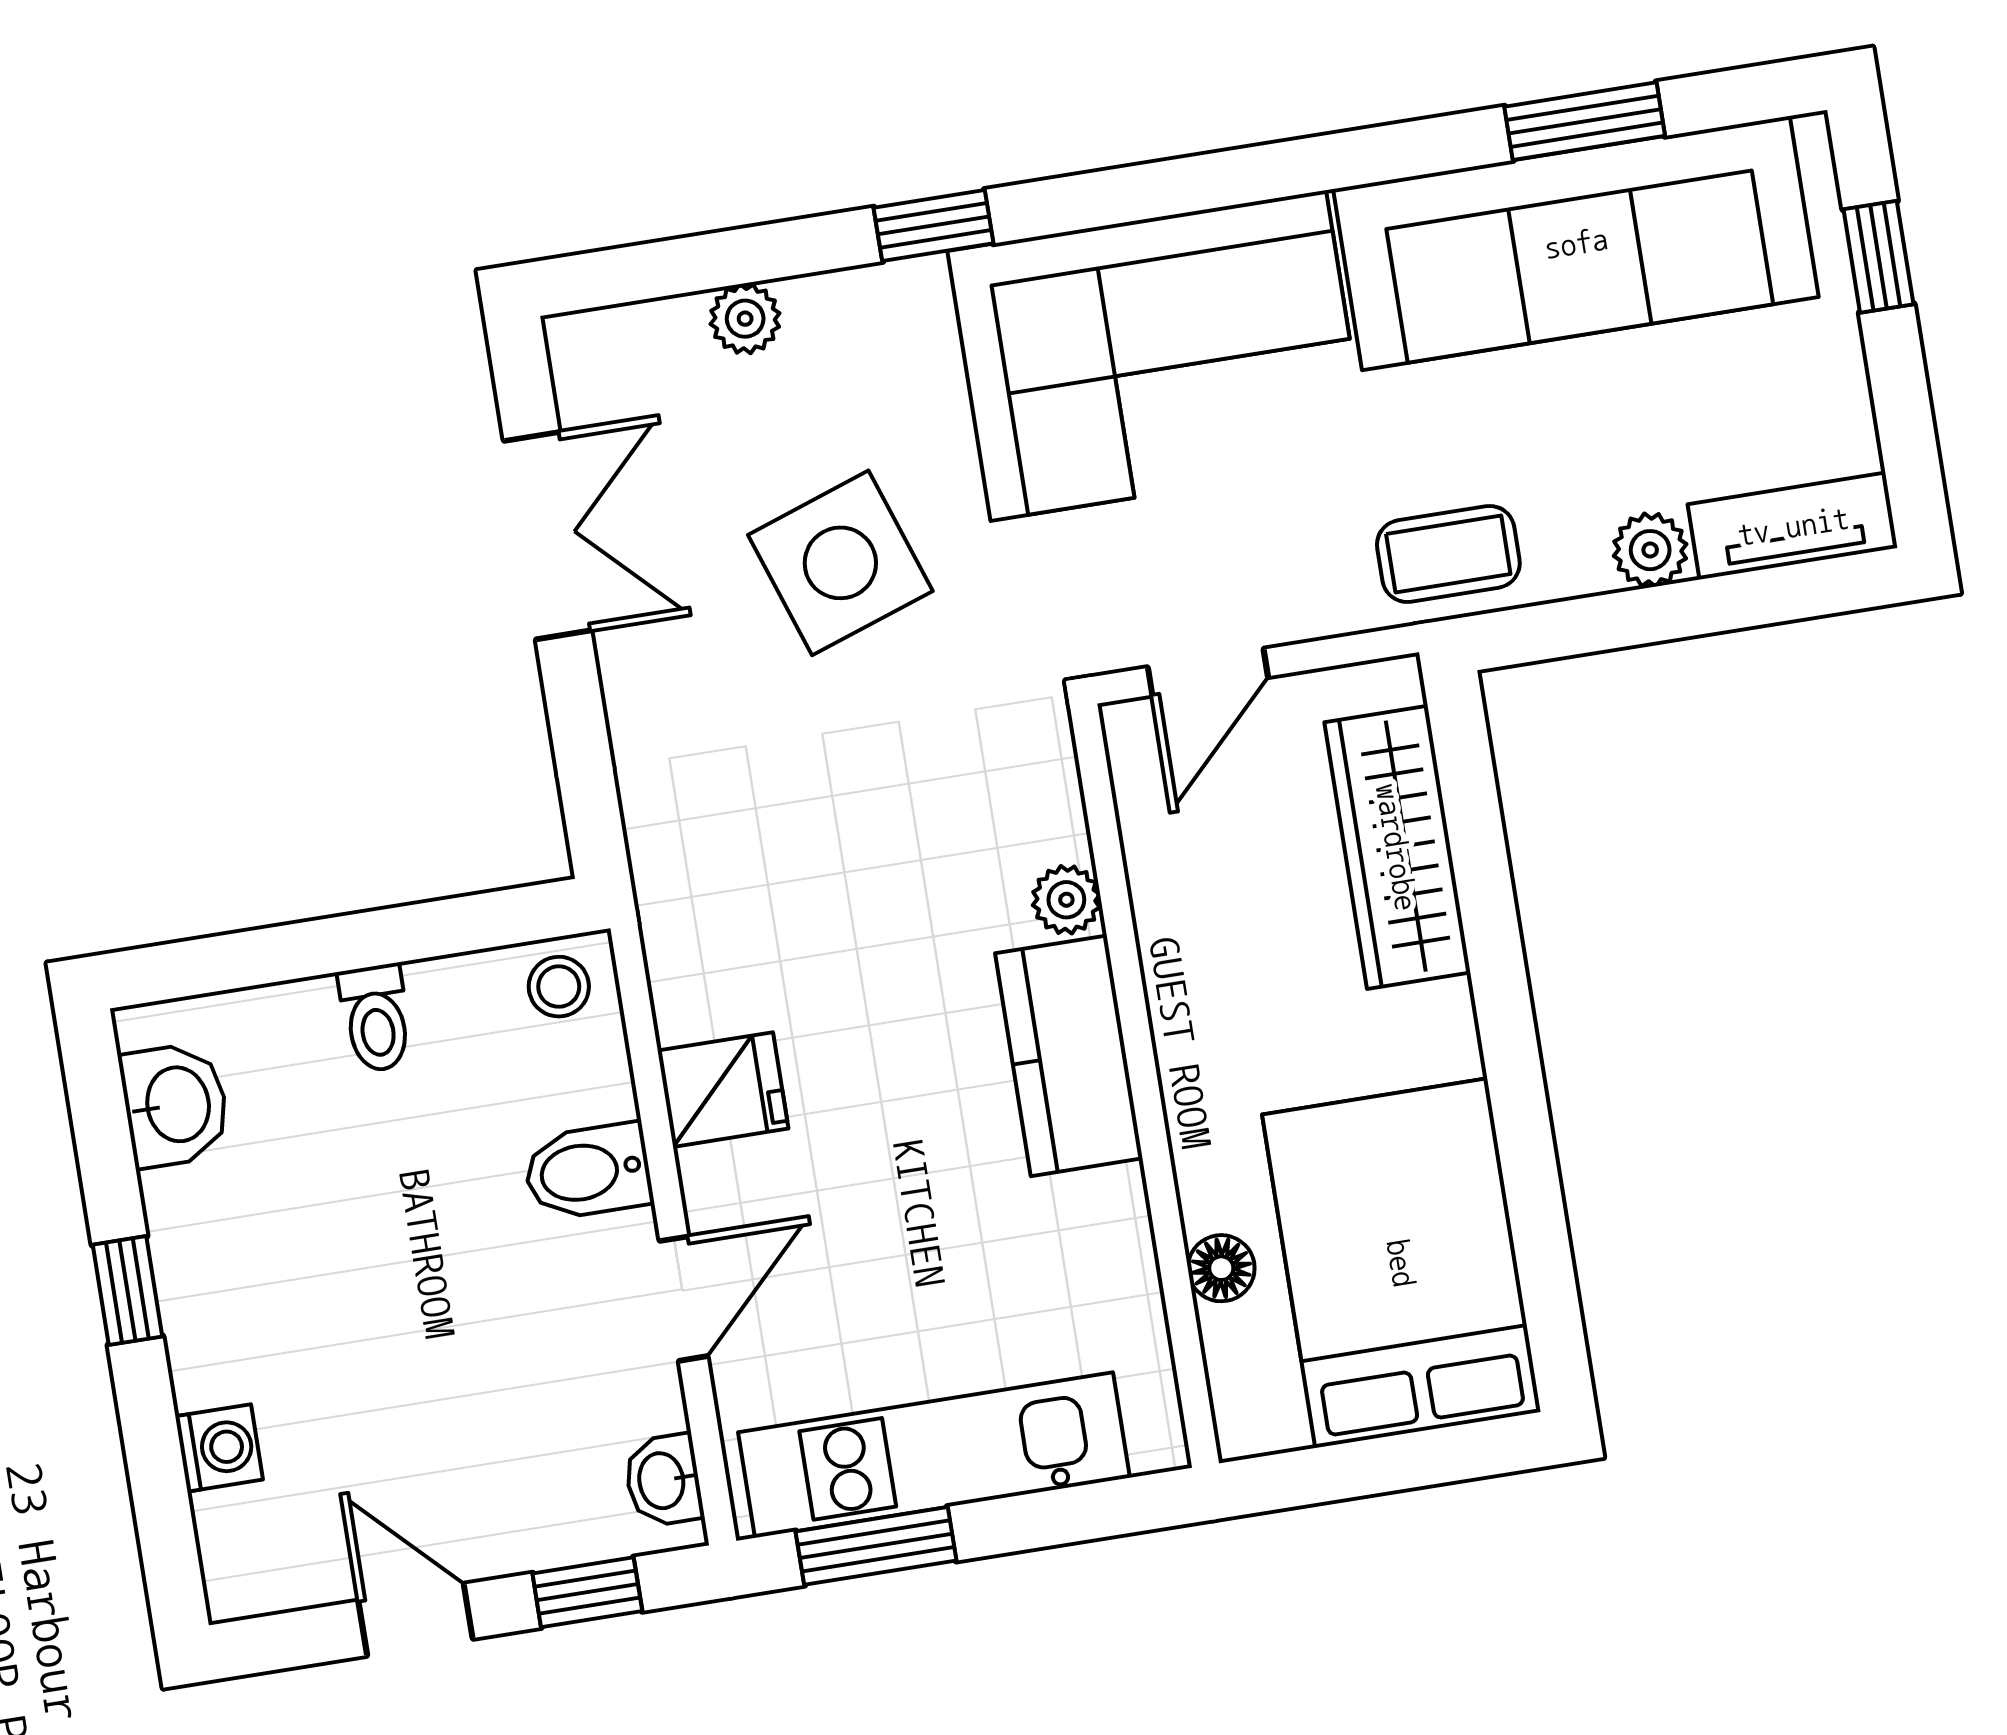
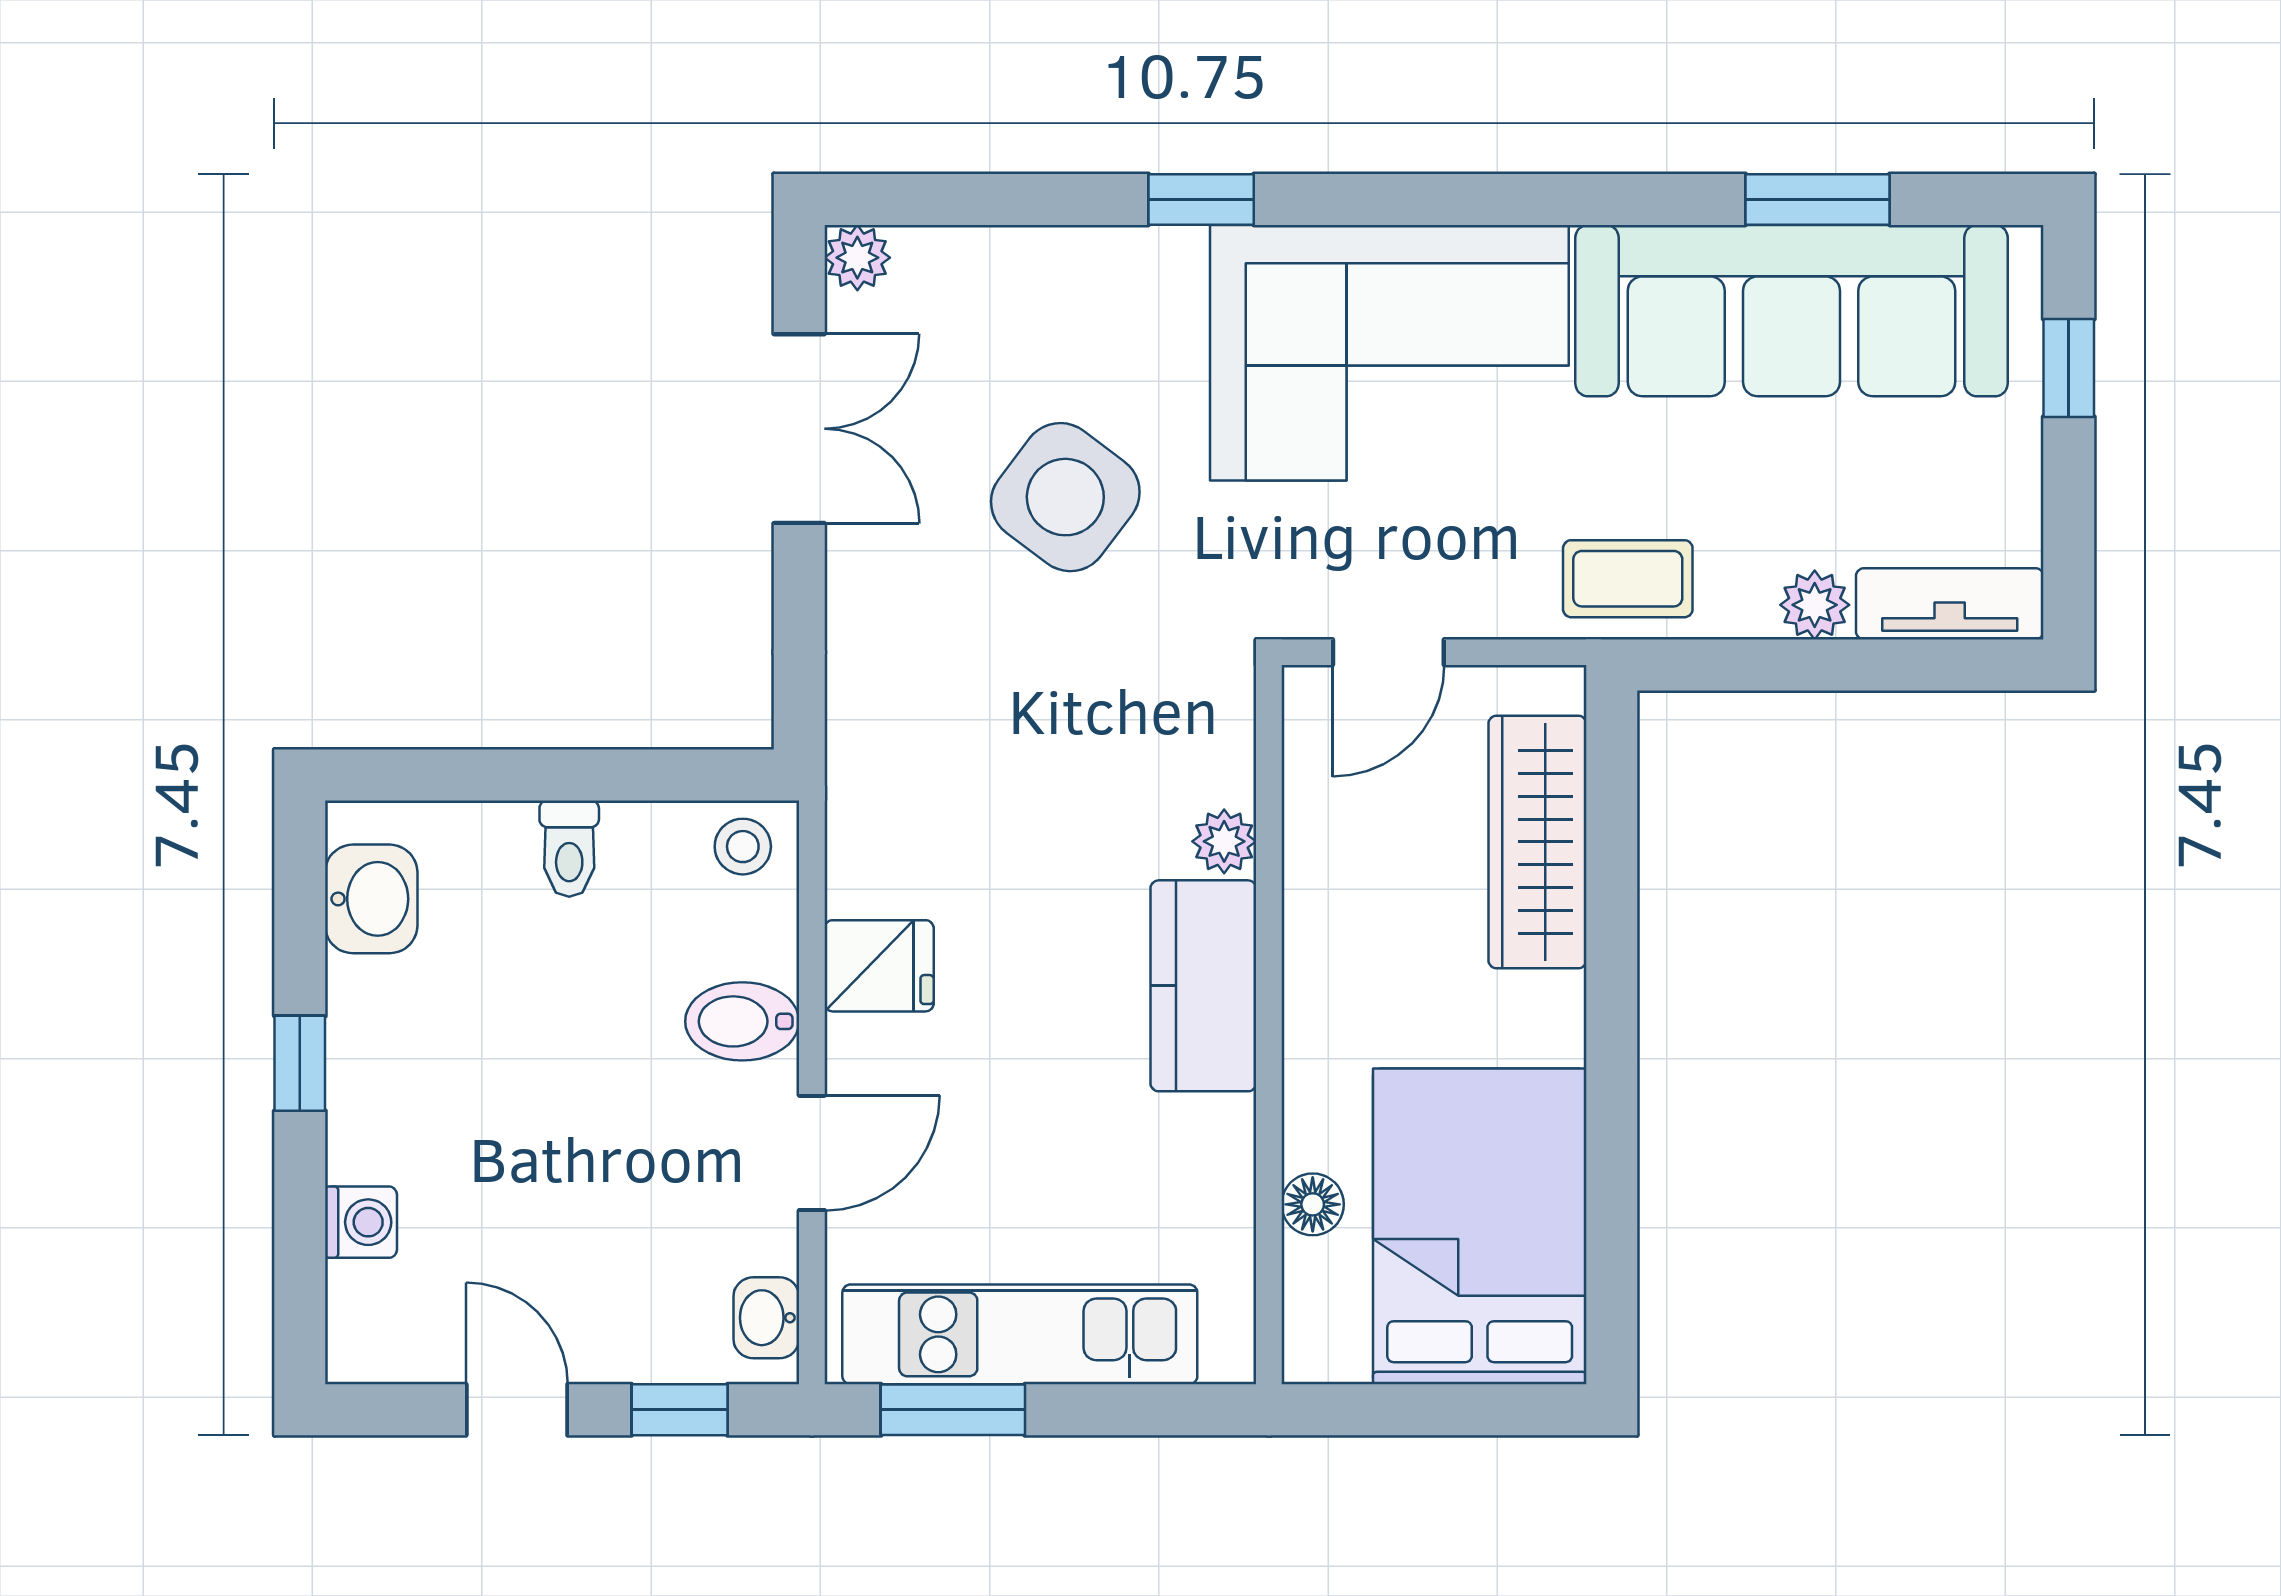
plant: (745, 319) -> (857, 258), moved
side table: (840, 563) -> (1065, 497), turned -34

